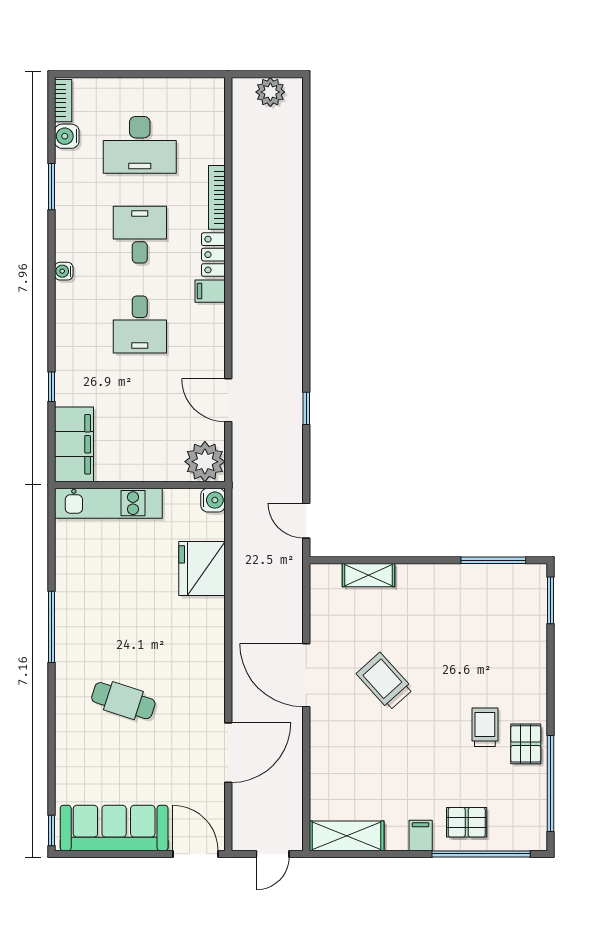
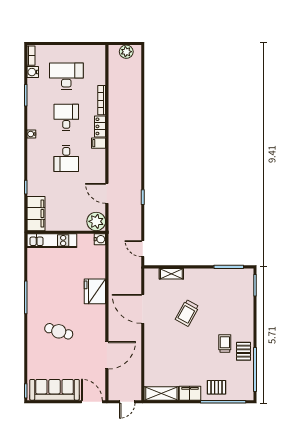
desk: (140, 145) -> (66, 76), turned 180
fridge: (202, 569) -> (95, 291), moved
door: (306, 675) -> (143, 309), moved
trolley: (385, 681) -> (187, 313), moved, turned -109
filing cabinet: (421, 836) -> (190, 393), width x2.00

